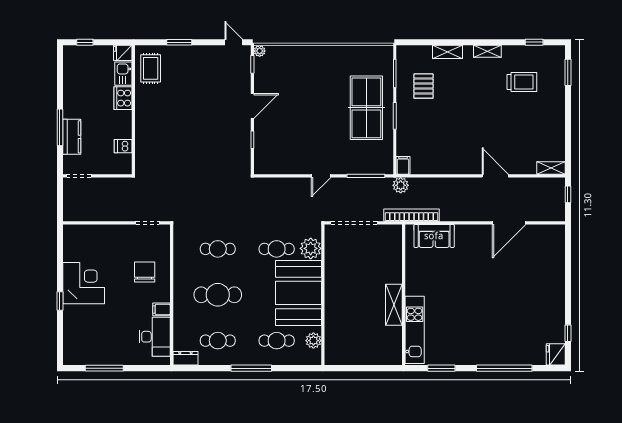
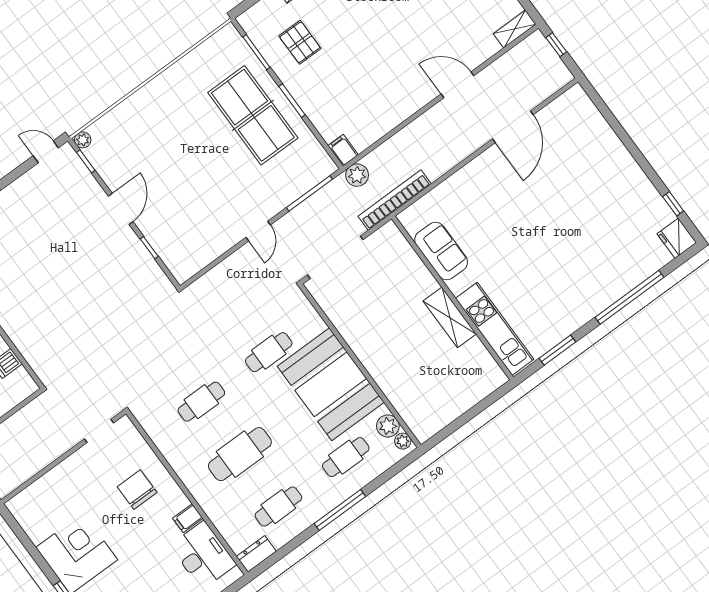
sofa: (434, 236) -> (441, 251), moved, turned -90
plant: (311, 248) -> (403, 441), moved, width x0.53, depth x0.53

